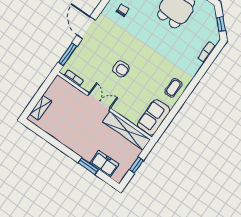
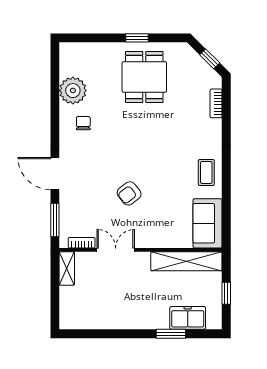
armchair: (121, 69) -> (129, 193), turned 142
double door: (99, 102) -> (116, 250), moved
shelving: (41, 107) -> (67, 268), moved

